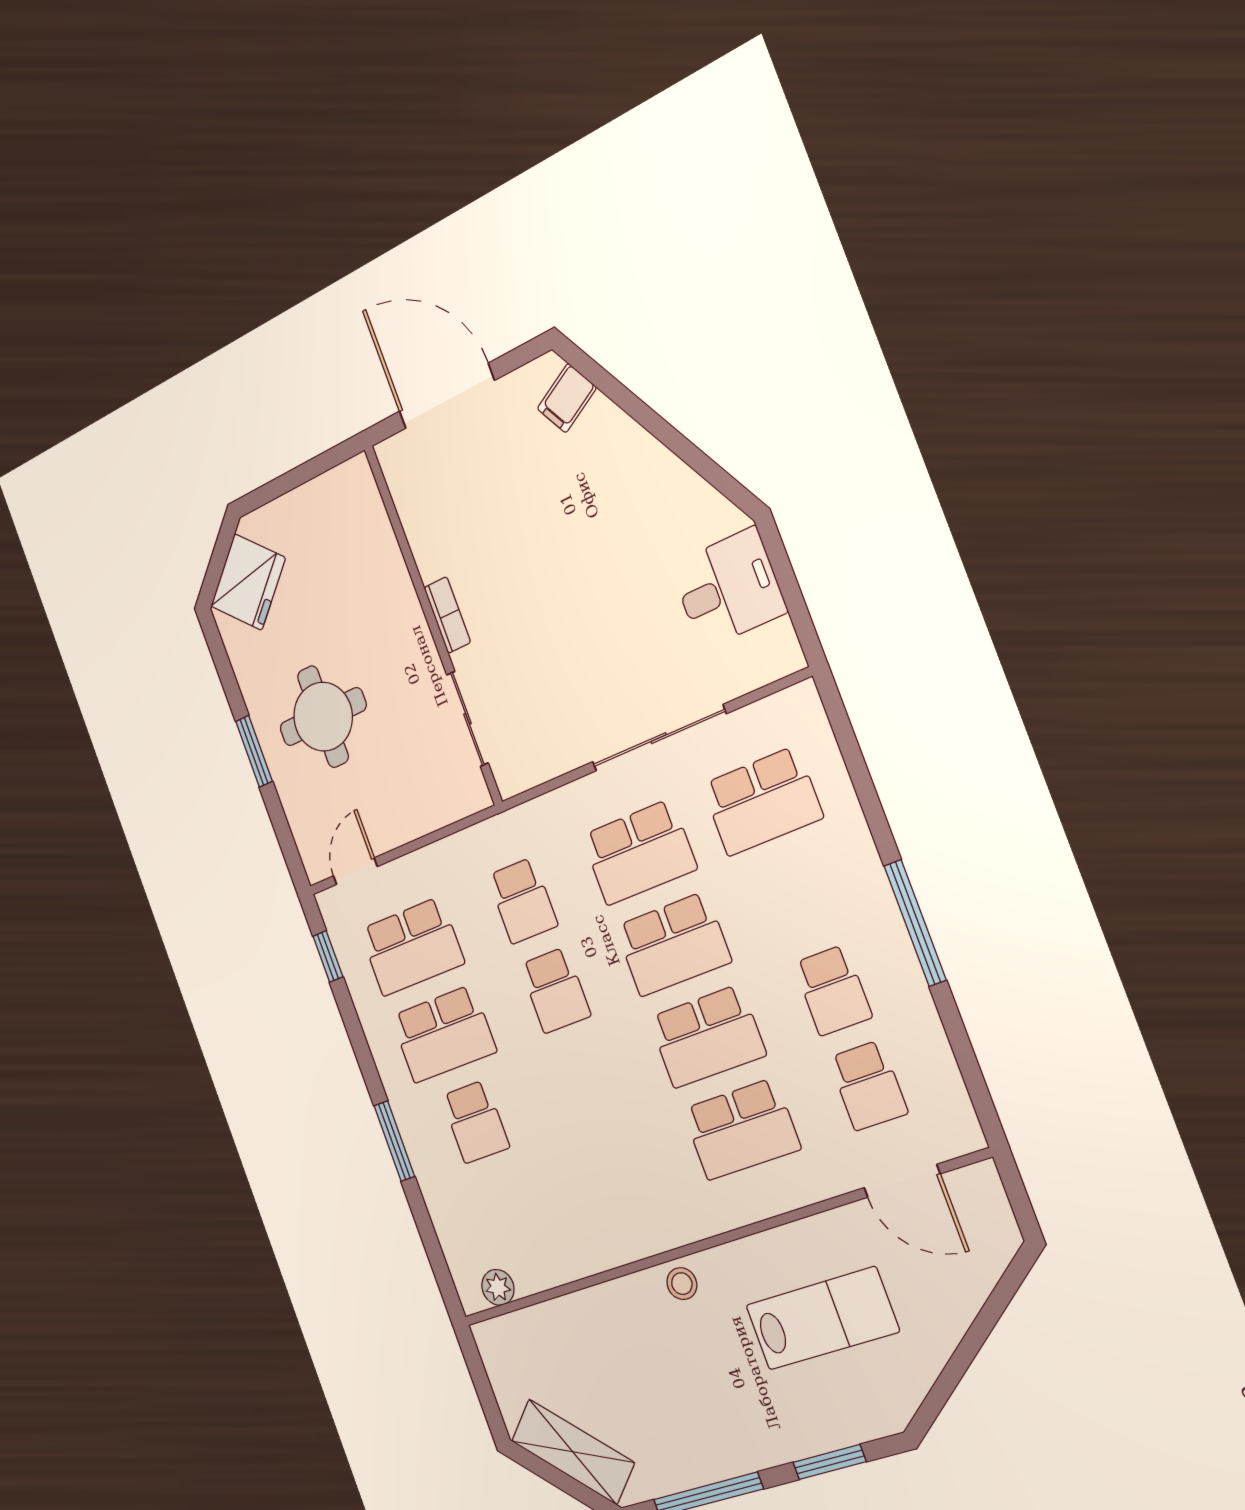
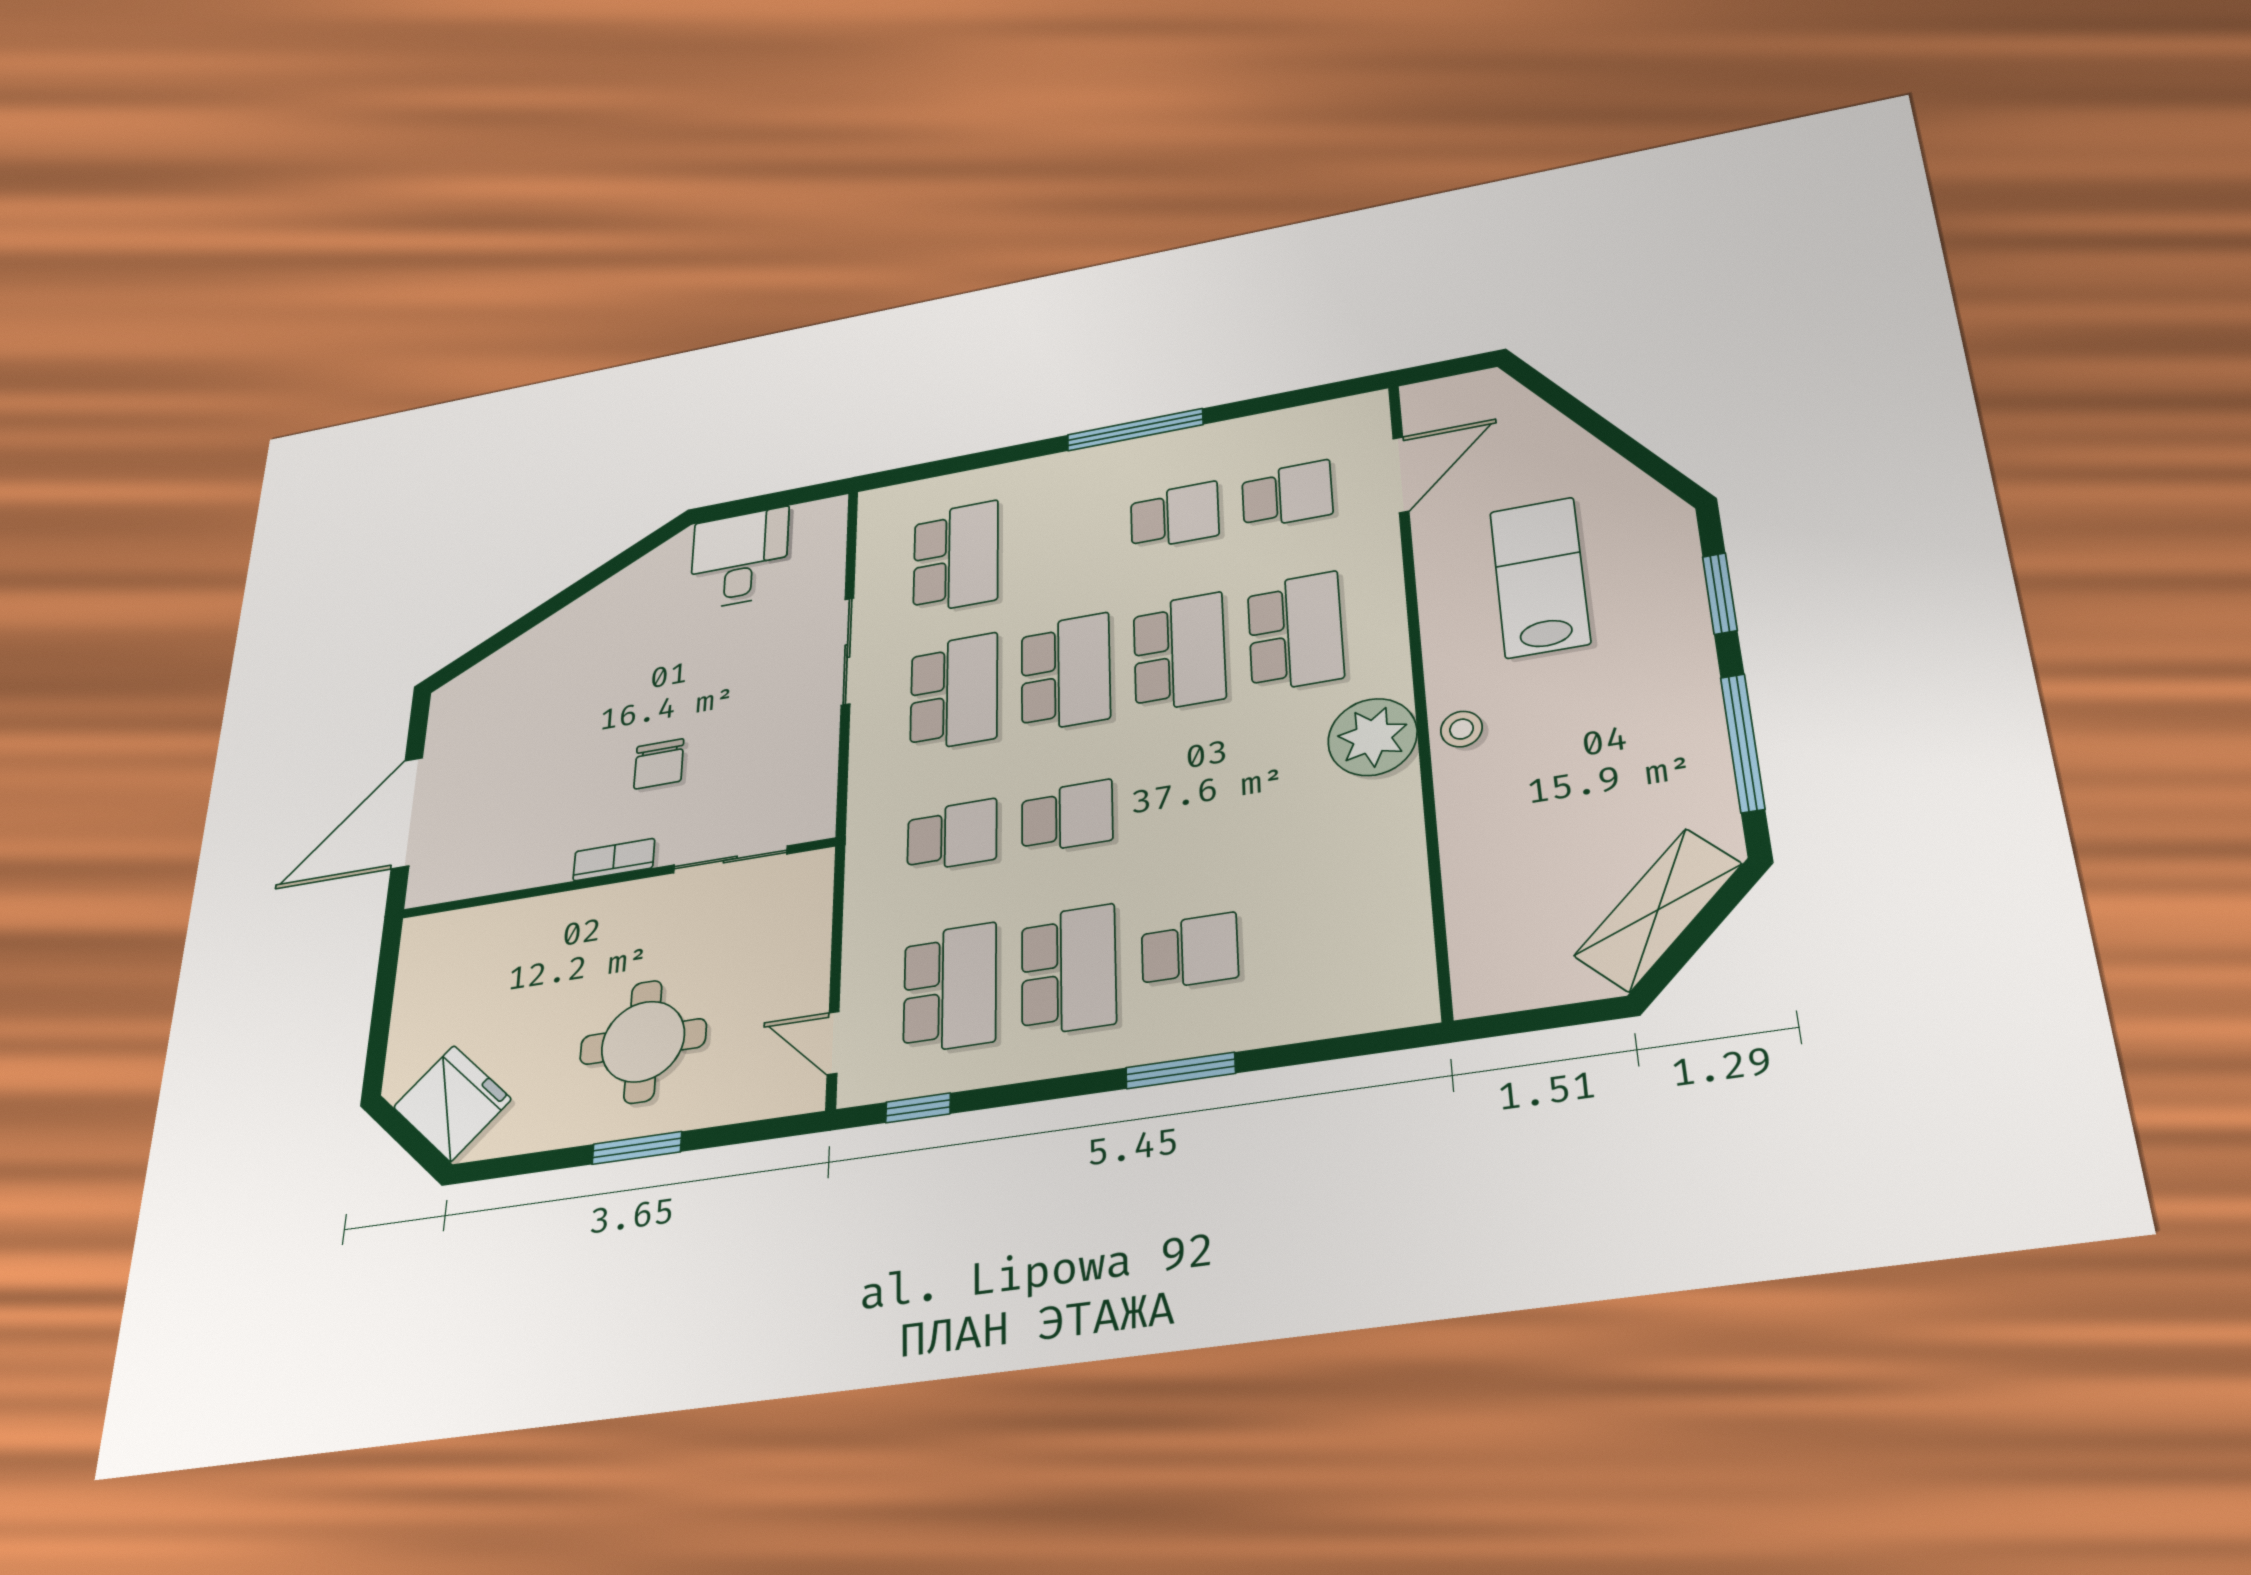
filing cabinet: (567, 398) -> (483, 686), removed
chair: (531, 612) -> (659, 764), added
sliding door: (659, 738) -> (847, 651), width x0.73
plant: (498, 1287) -> (1372, 737), moved, width x1.87, depth x1.87

